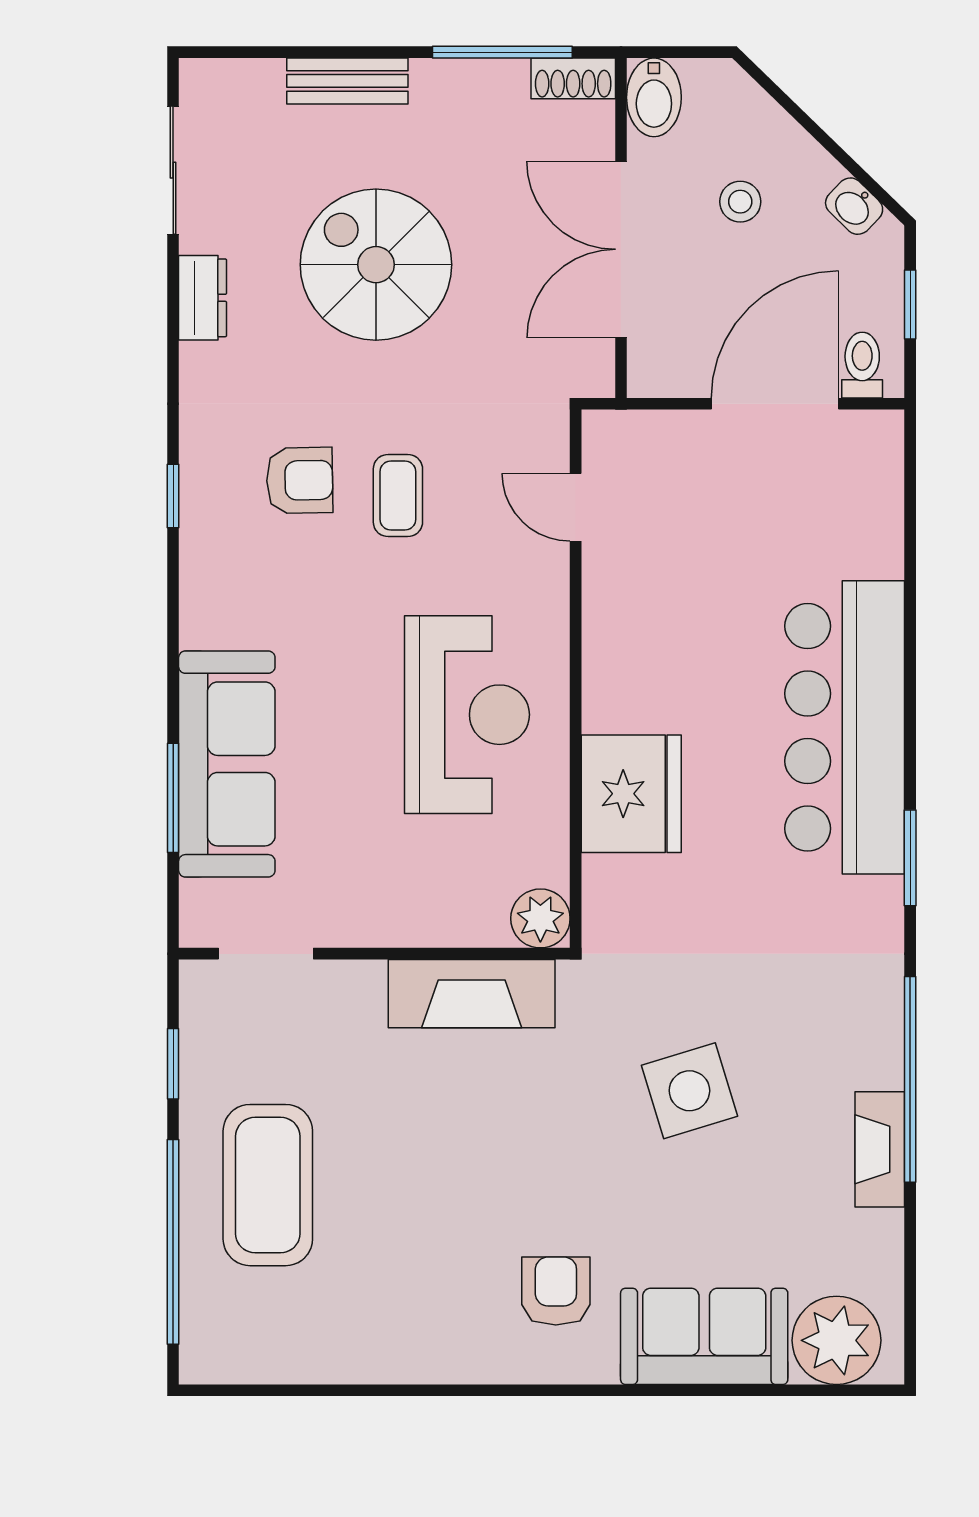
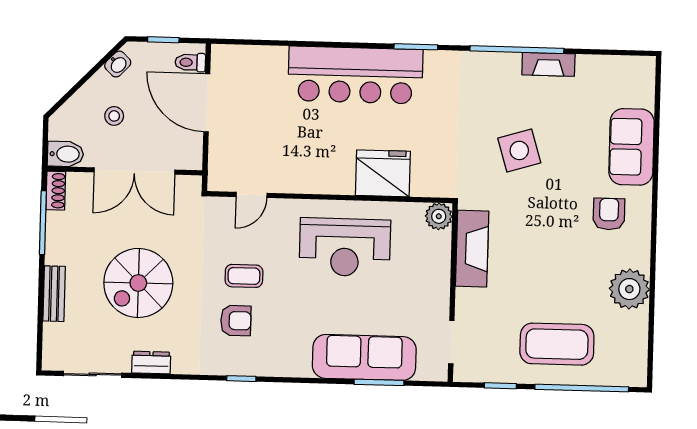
armchair: (300, 480) -> (236, 321), turned 91
reception desk: (467, 715) -> (345, 247), turned 180
armchair: (556, 1291) -> (609, 214), turned 90
plant: (837, 1340) -> (629, 289), moved

